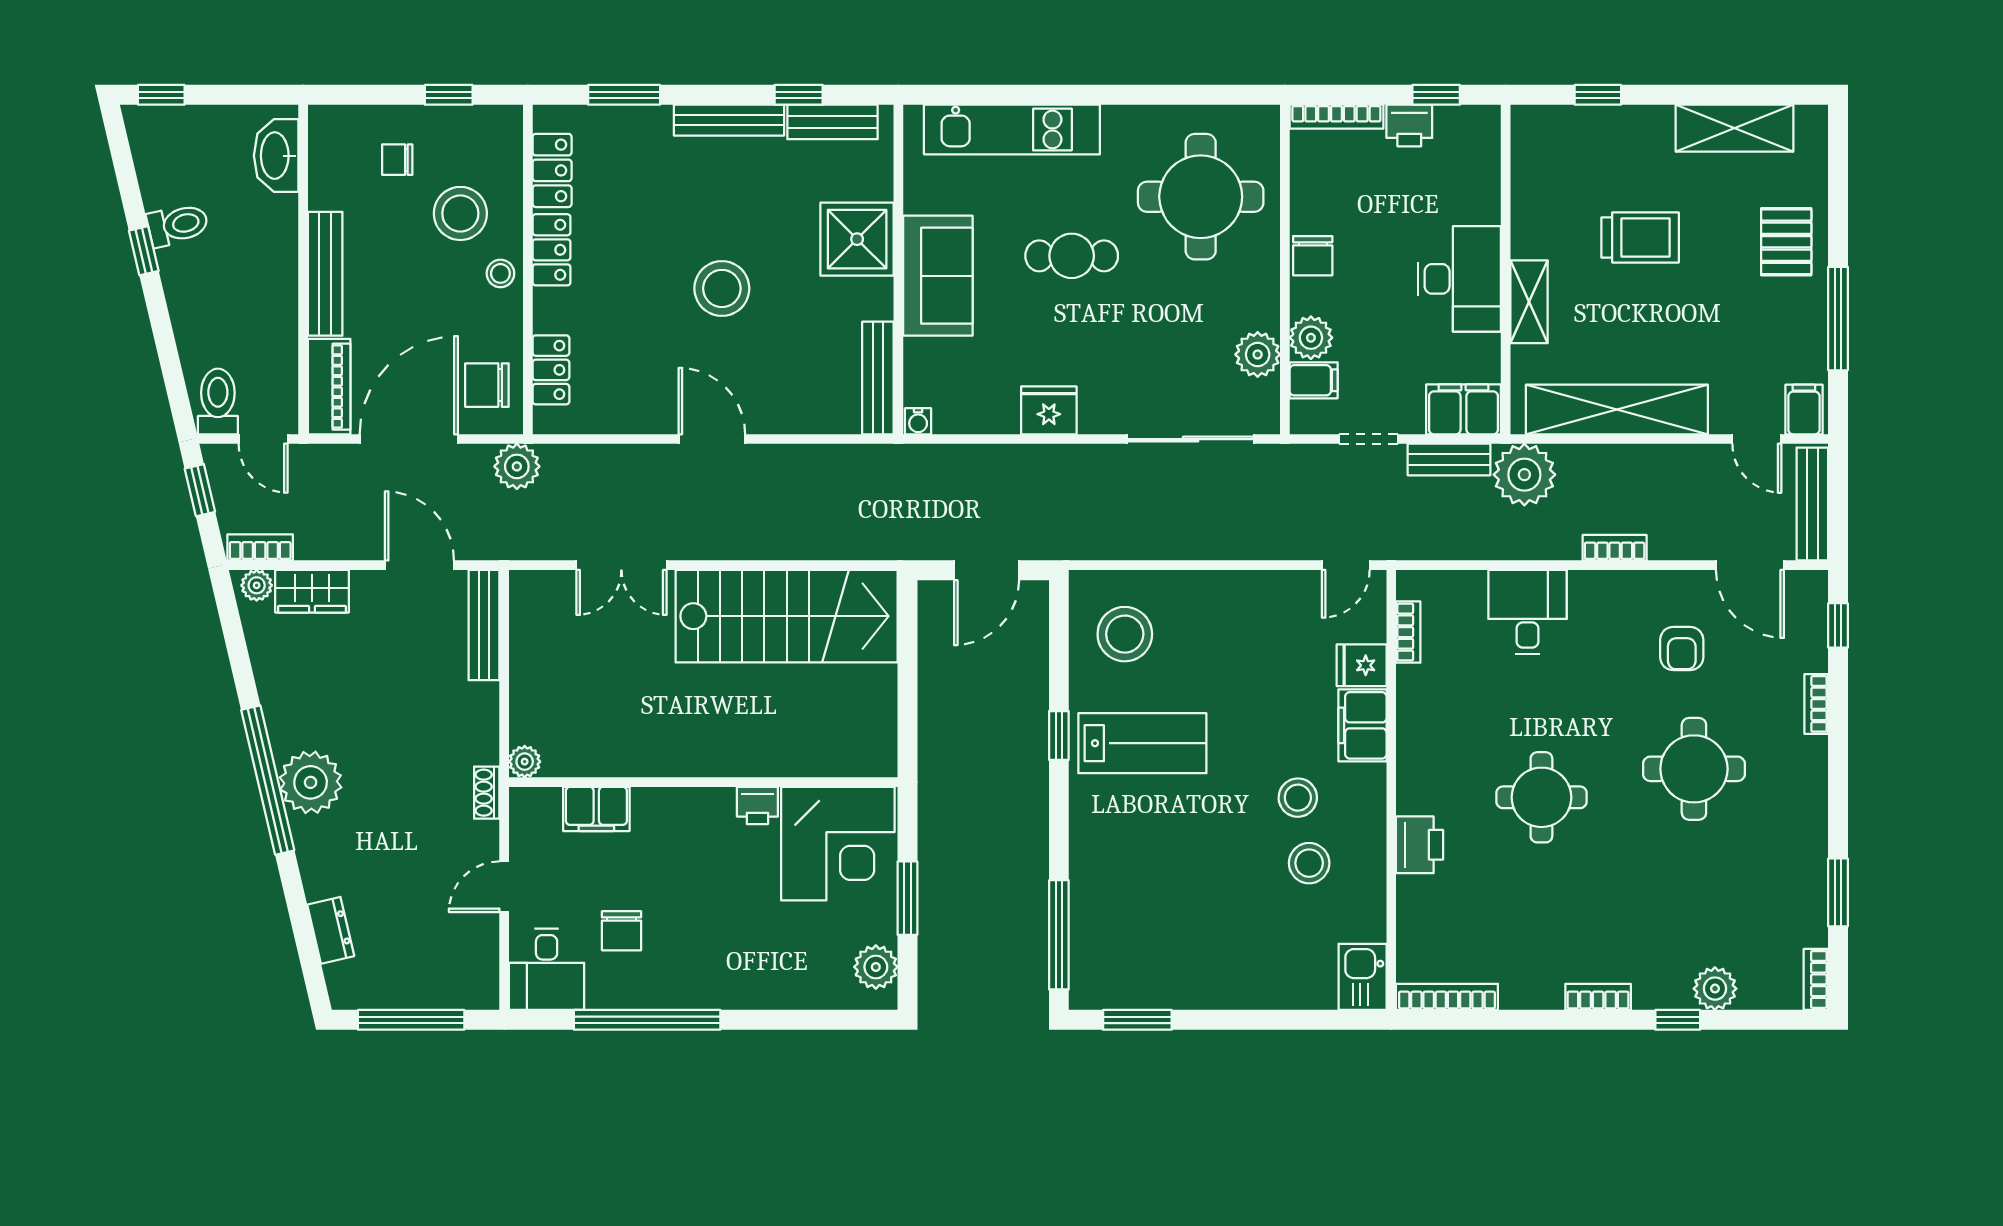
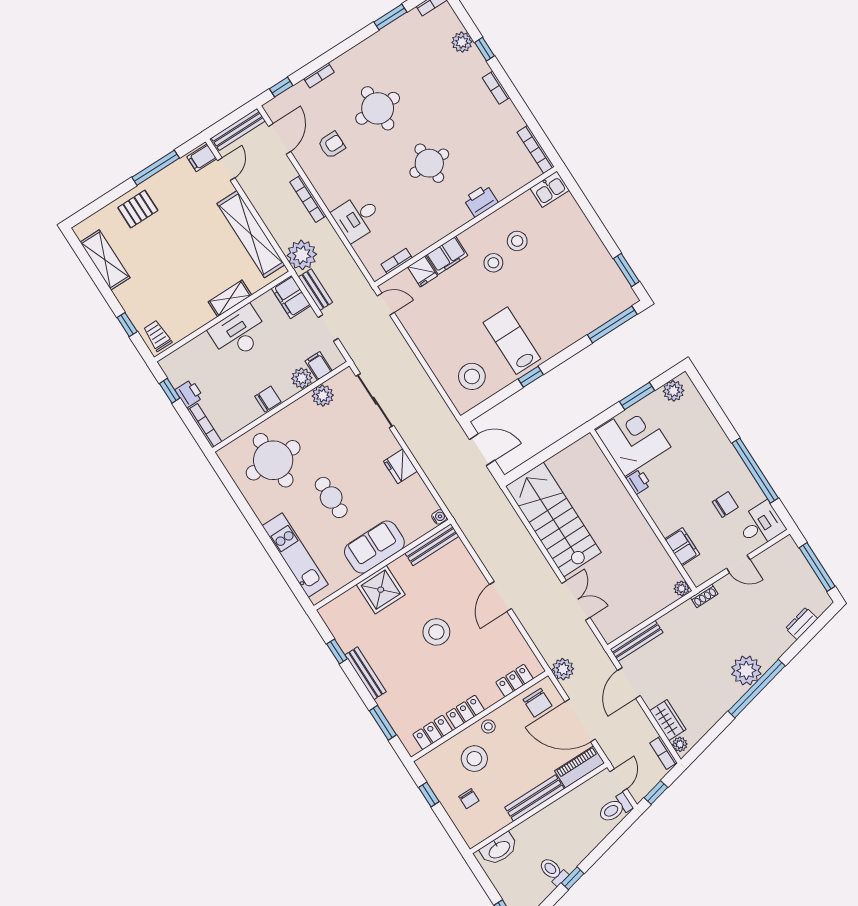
bench: (833, 122) -> (339, 630), removed
trolley: (1640, 238) -> (157, 336), moved, width x0.73, depth x0.72
bookcase: (1615, 548) -> (308, 199), width x1.56

